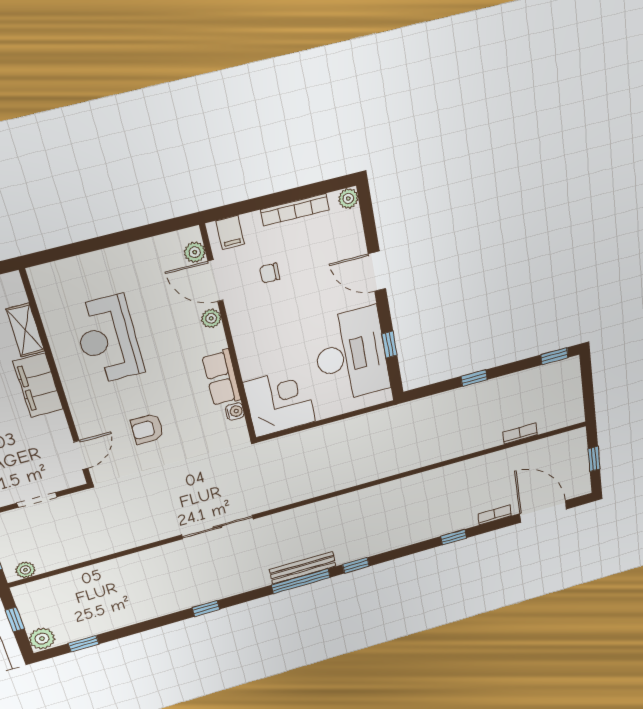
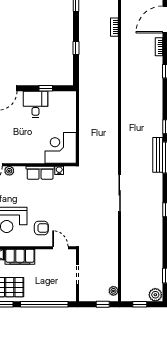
desk: (351, 355) -> (35, 104), width x0.53, depth x0.77
armchair: (147, 429) -> (41, 228), moved, turned -90

